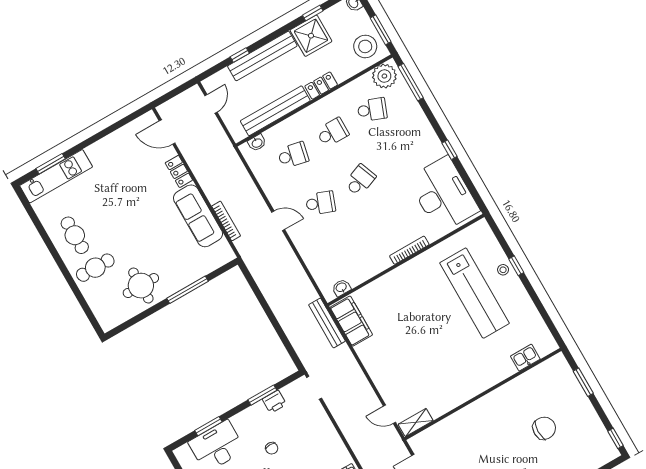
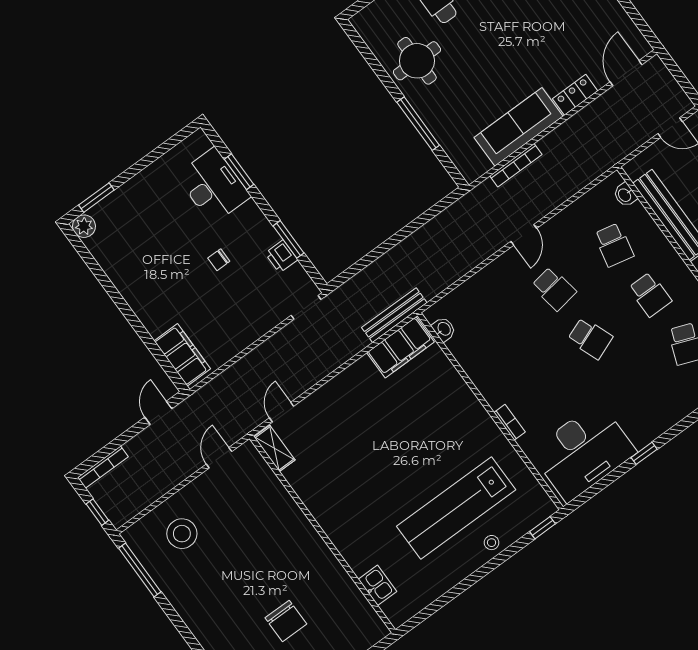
school desk: (320, 203) -> (554, 289), turned -30
bookcase: (409, 250) -> (510, 422), width x0.64
window: (516, 266) -> (543, 528), moved

